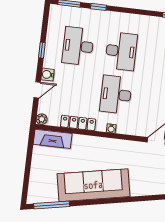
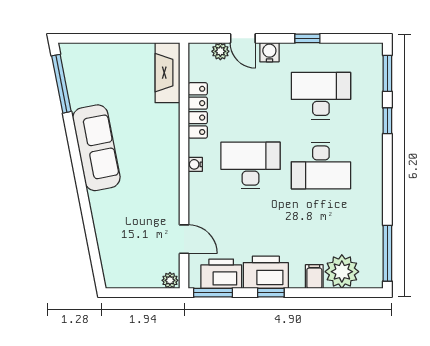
plant: (42, 119) -> (220, 51), moved
sofa: (93, 185) -> (96, 148), width x0.74, depth x0.79

